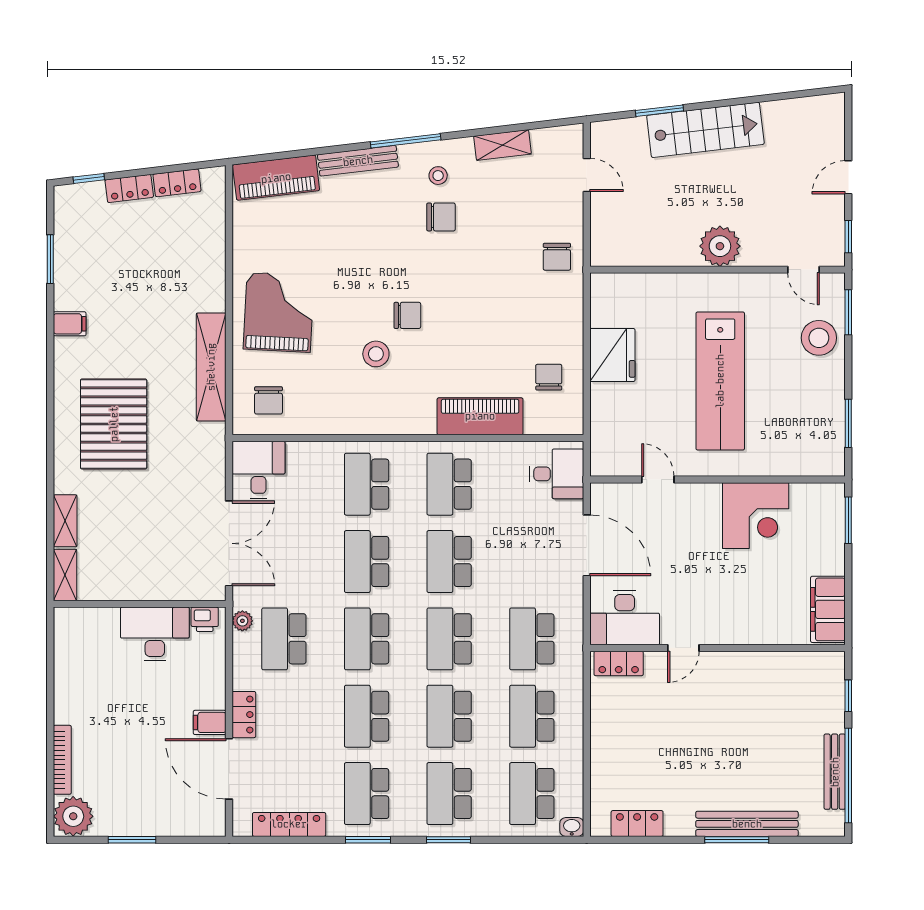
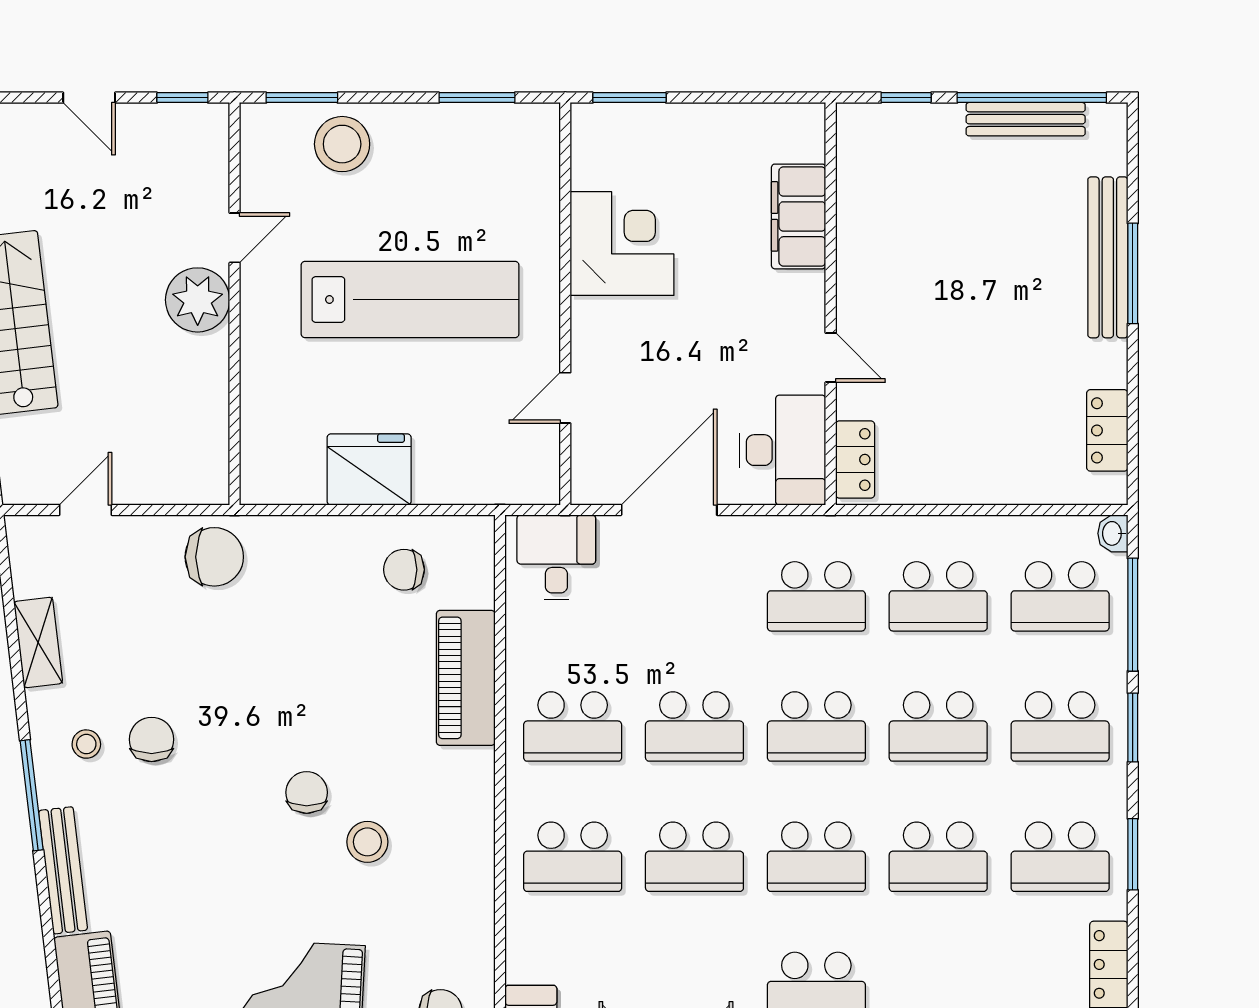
chair: (557, 257) -> (214, 557), width x1.37, depth x1.37
door: (803, 270) -> (235, 238), moved
filing cabinet: (828, 609) -> (799, 216), moved, turned 90
window: (520, 840) -> (1133, 615), added

